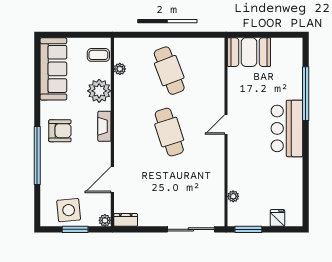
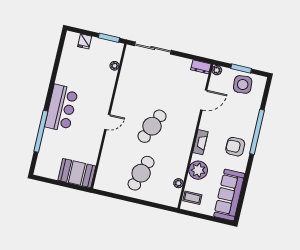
cafe table: (169, 71) -> (141, 173), turned 39
cafe table: (169, 132) -> (152, 126), turned 42

